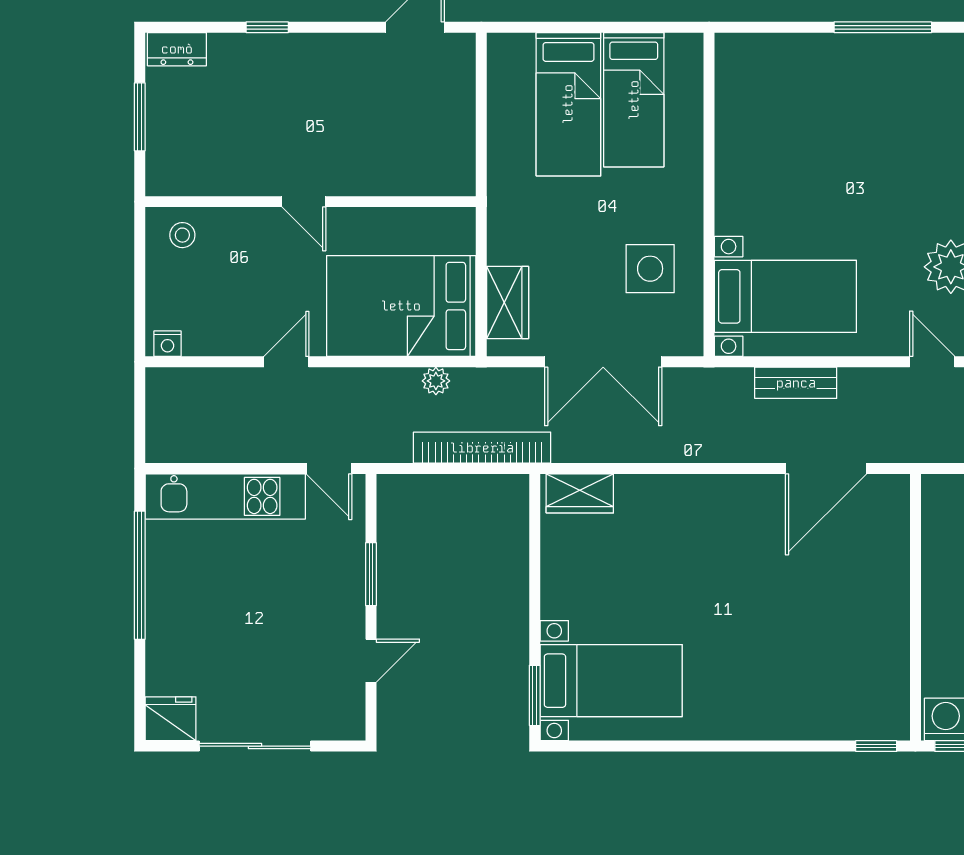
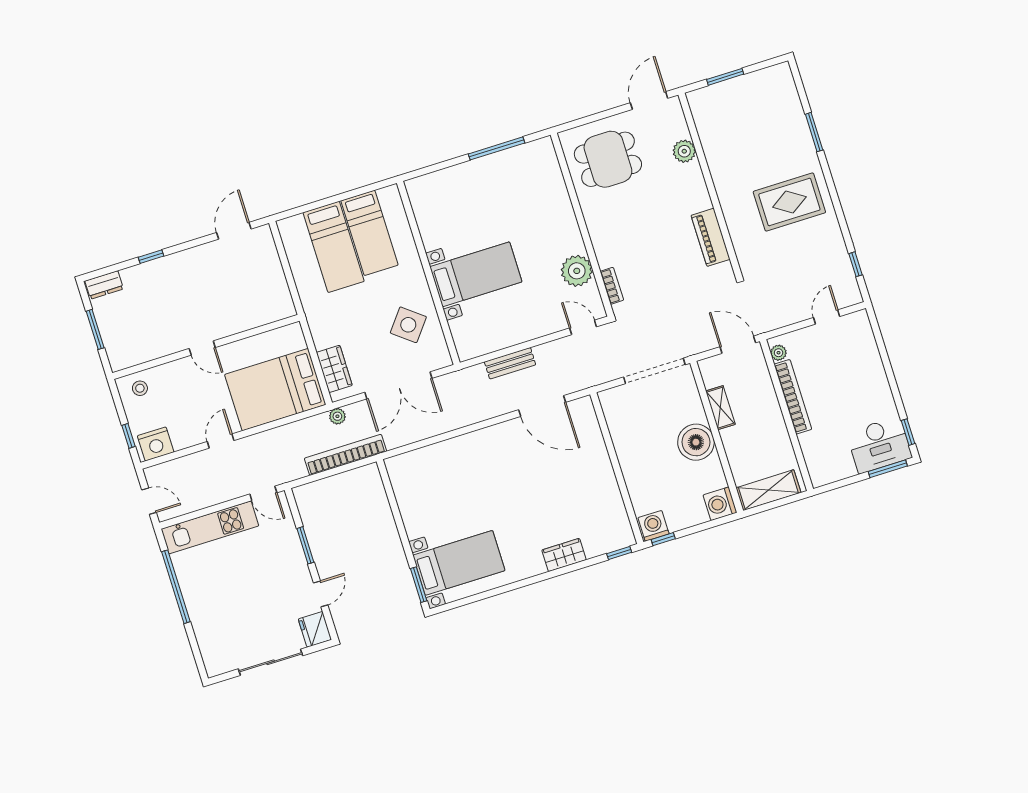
side table: (650, 269) -> (408, 325), turned 38
bed with nightstands: (785, 296) -> (476, 274), moved
window: (140, 307) -> (129, 436), added
nightstand: (167, 344) -> (156, 444), width x1.89, depth x1.79
plant: (436, 381) -> (337, 416), moved
door: (140, 423) -> (149, 501), added
door: (826, 469) -> (542, 406), hinge flipped
wardrobe: (580, 493) -> (564, 555), moved, turned 180
fridge: (171, 719) -> (315, 629), moved, turned -90

